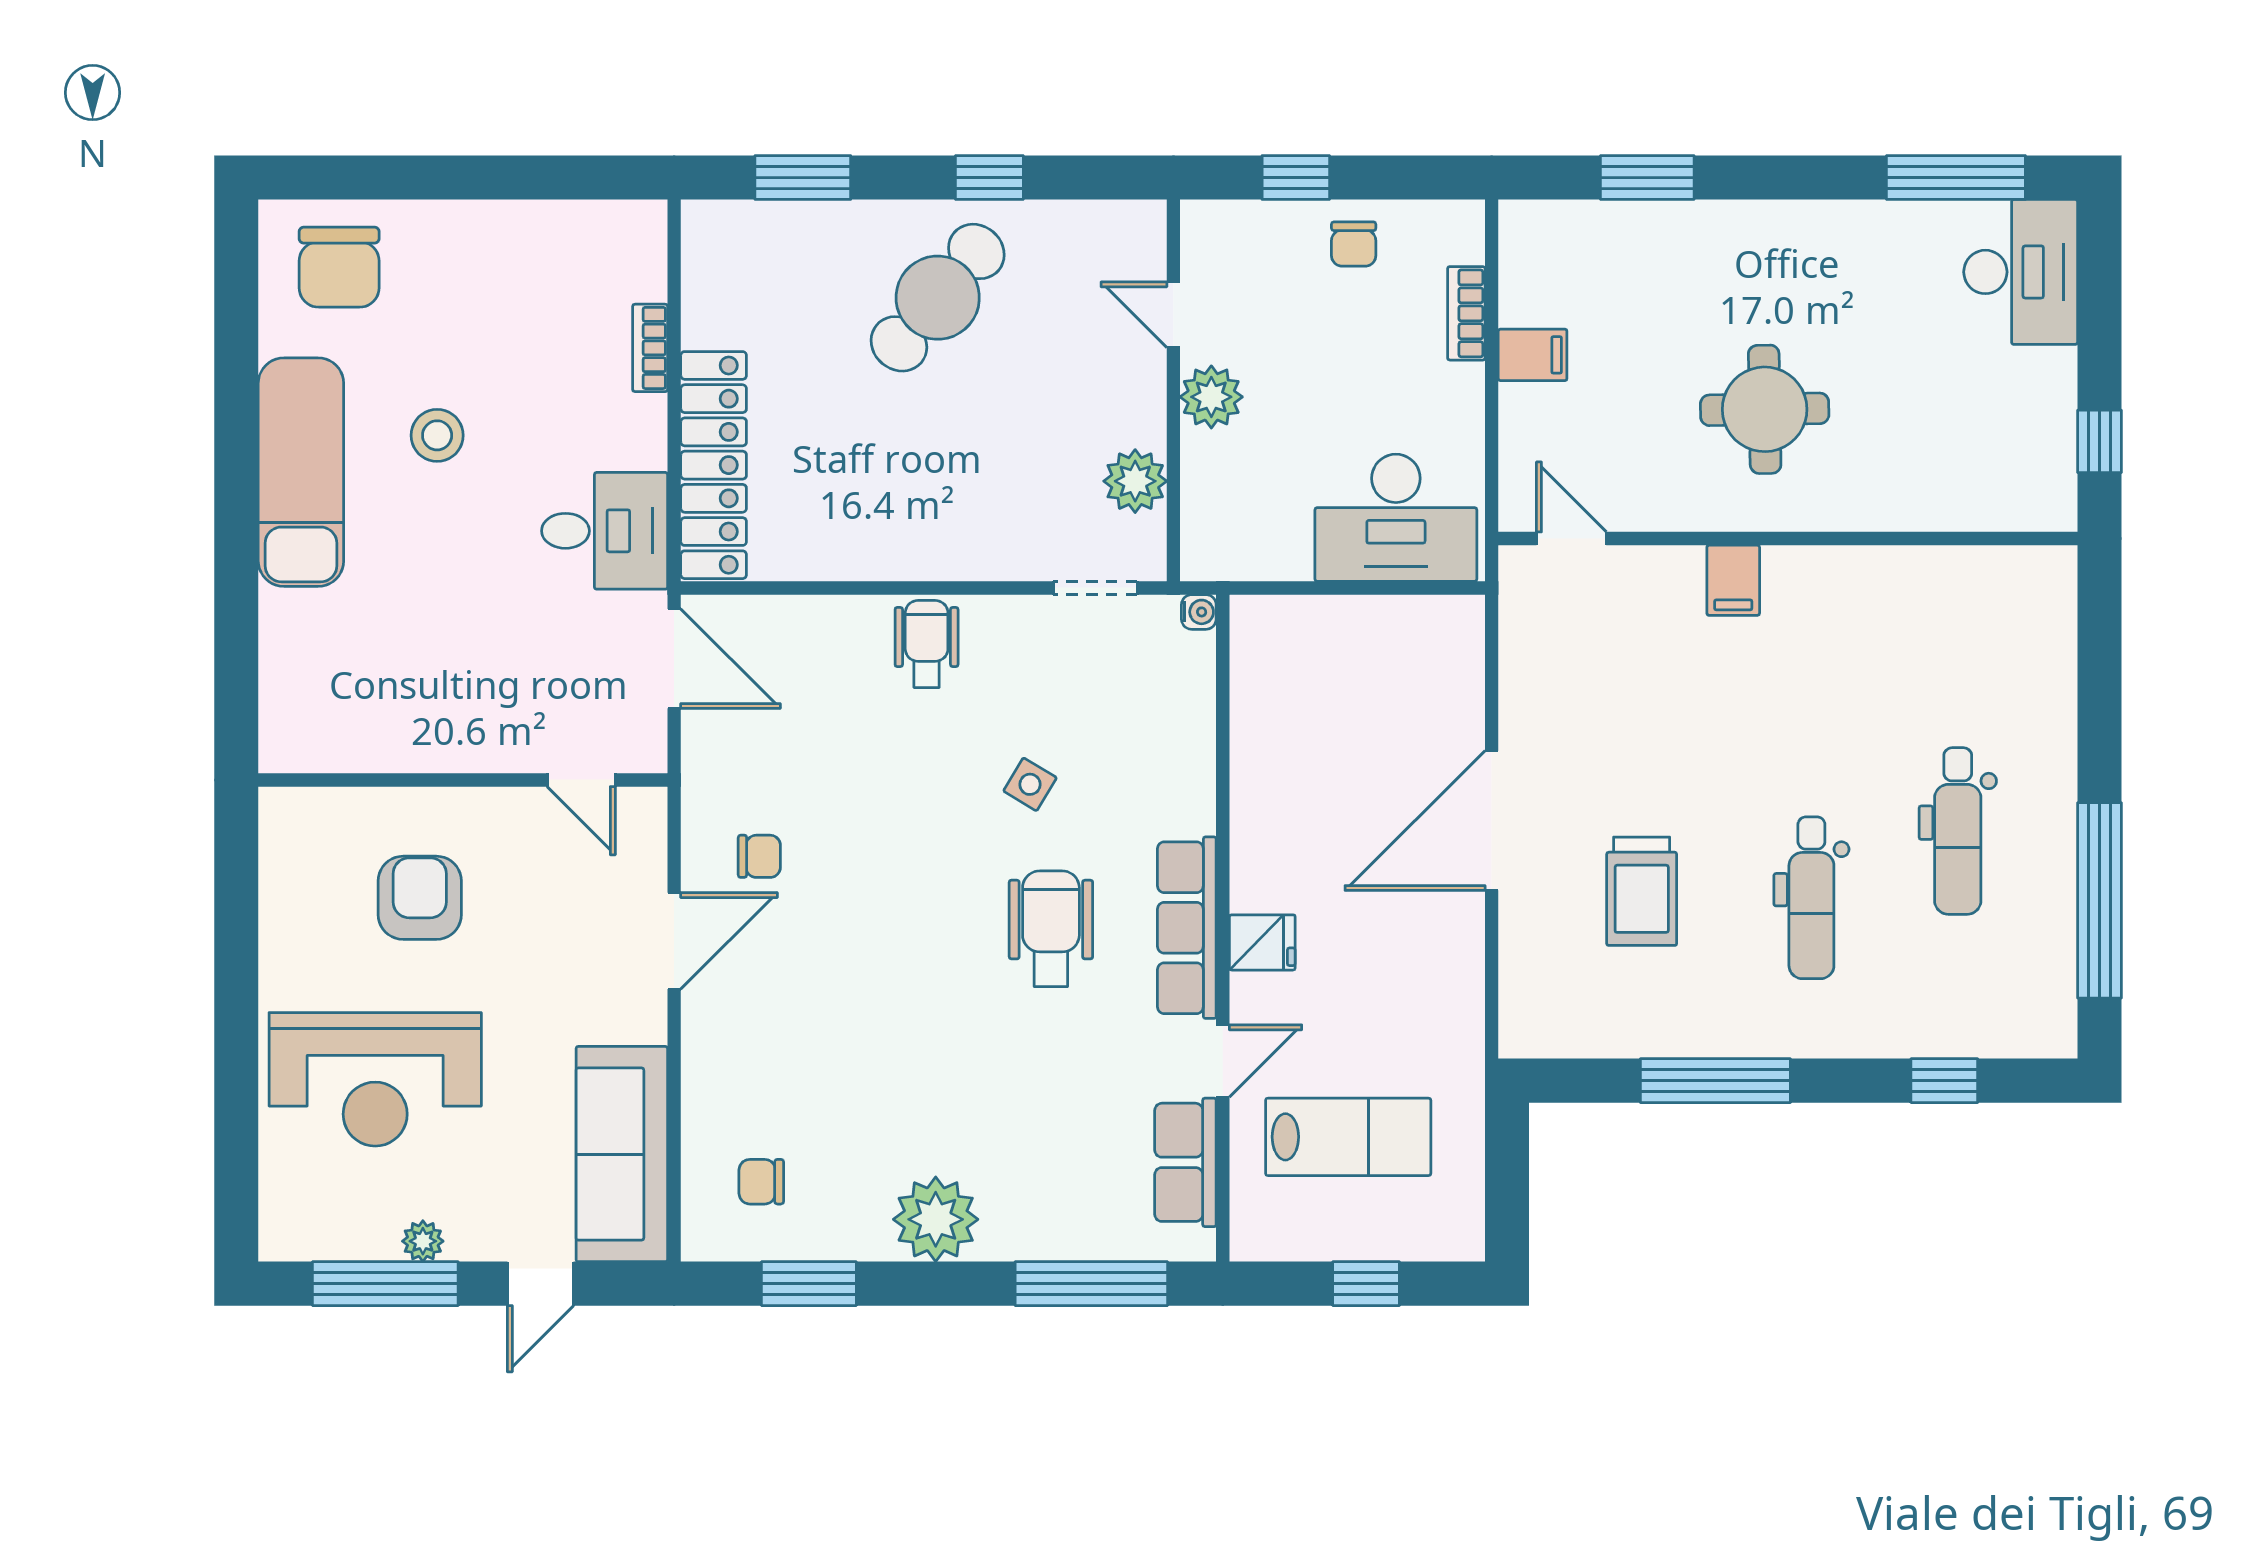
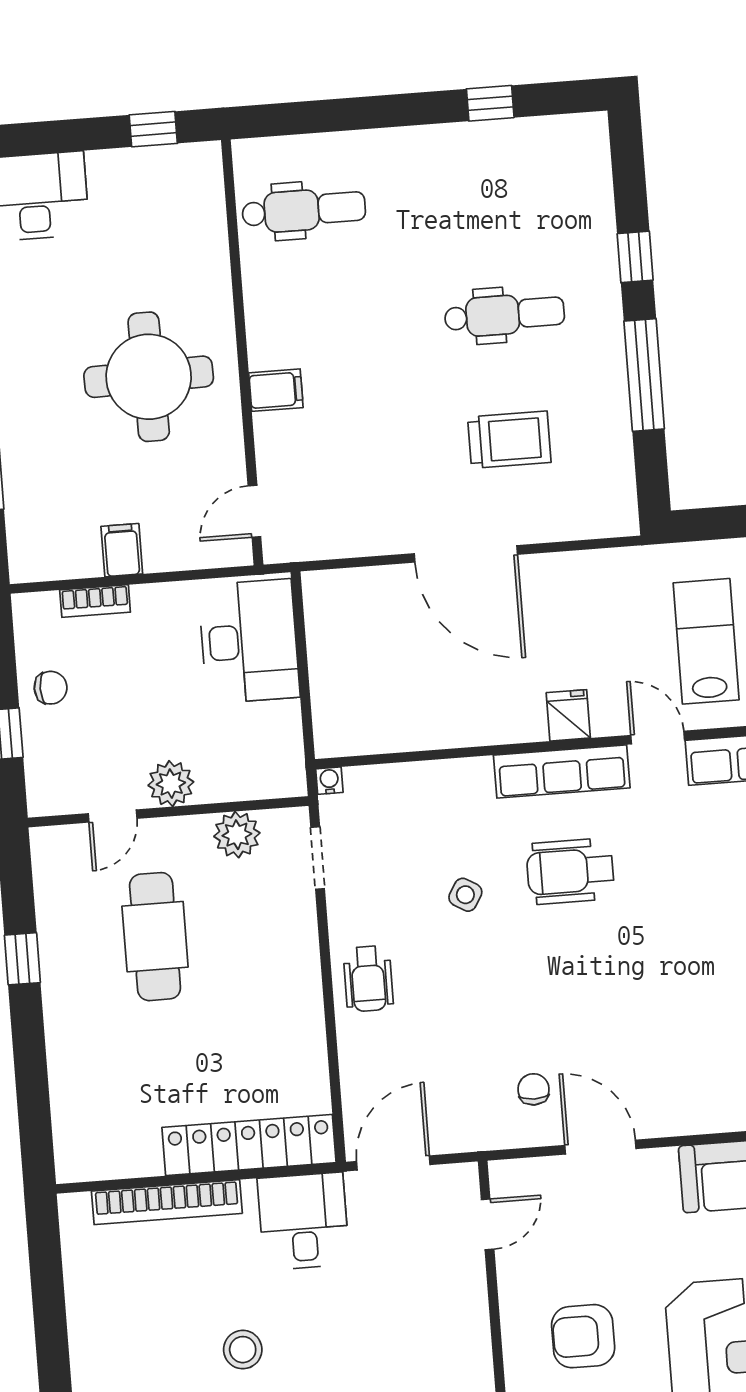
window: (803, 178) -> (33, 1096), removed
cafe table: (938, 298) -> (155, 937), moved, turned 50
bookcase: (650, 348) -> (167, 1202), width x2.31, depth x1.31
round table: (1765, 409) -> (149, 377), width x1.36, depth x1.36
wheelchair: (927, 644) -> (368, 979), turned -90
dental chair: (1958, 831) -> (304, 210), moved
window: (2100, 900) -> (490, 103), width x0.32
window: (1944, 1081) -> (635, 257), moved

